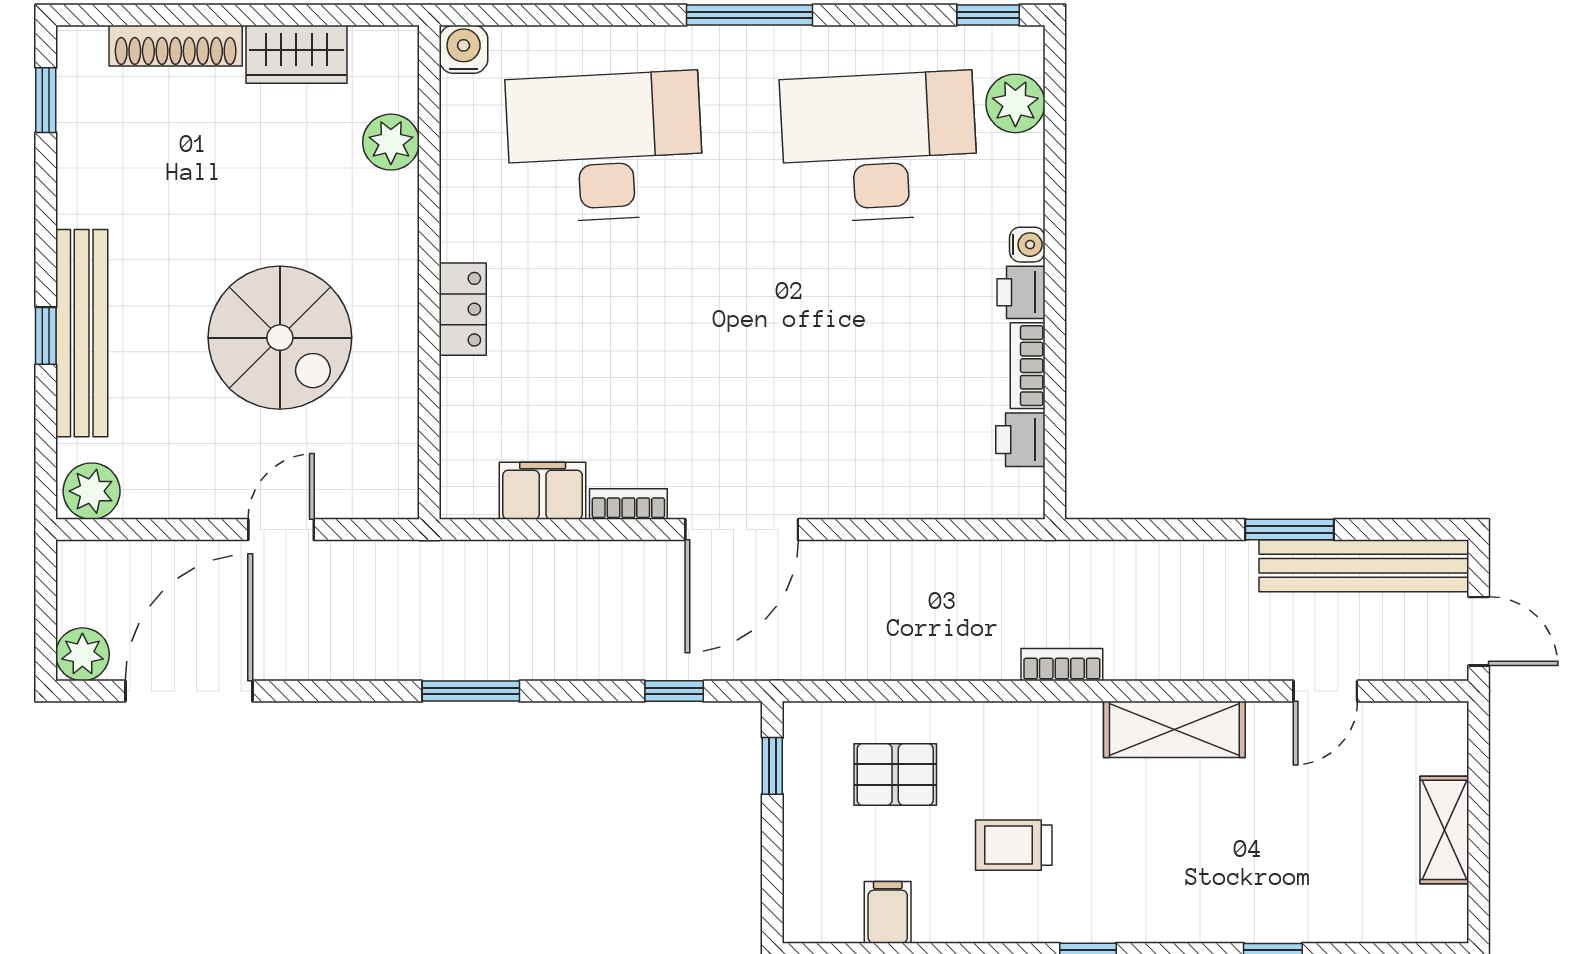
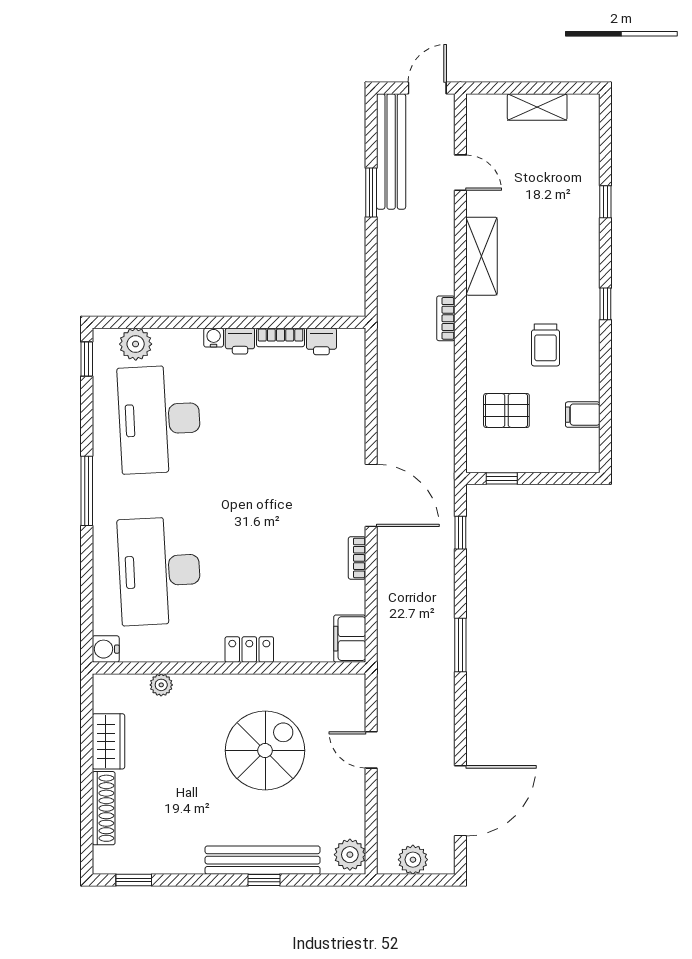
plant: (391, 142) -> (161, 685), width x0.73, depth x0.73
filing cabinet: (543, 491) -> (350, 639), moved
plant: (82, 654) -> (413, 860), moved
door: (189, 691) -> (460, 801), swing flipped
pallet: (895, 775) -> (506, 410), turned 90

